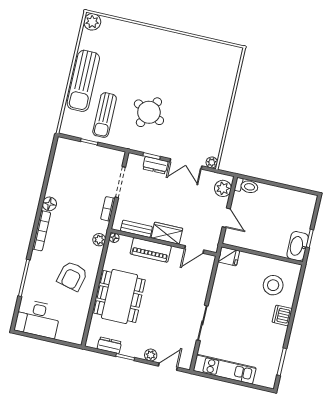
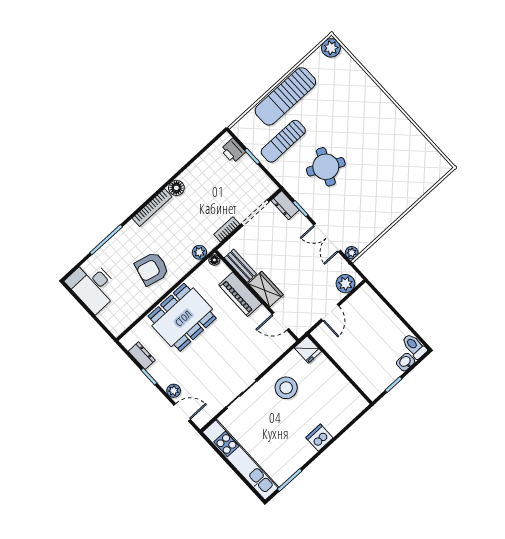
printer: (72, 148) -> (233, 151), added
dresser: (155, 165) -> (285, 205), moved
toilet: (246, 186) -> (414, 346), moved, turned 180
washbasin: (298, 246) -> (406, 362), moved, width x0.52, depth x0.69
stool: (273, 285) -> (286, 388), moved
kitchen unit: (225, 369) -> (241, 460), width x1.36

